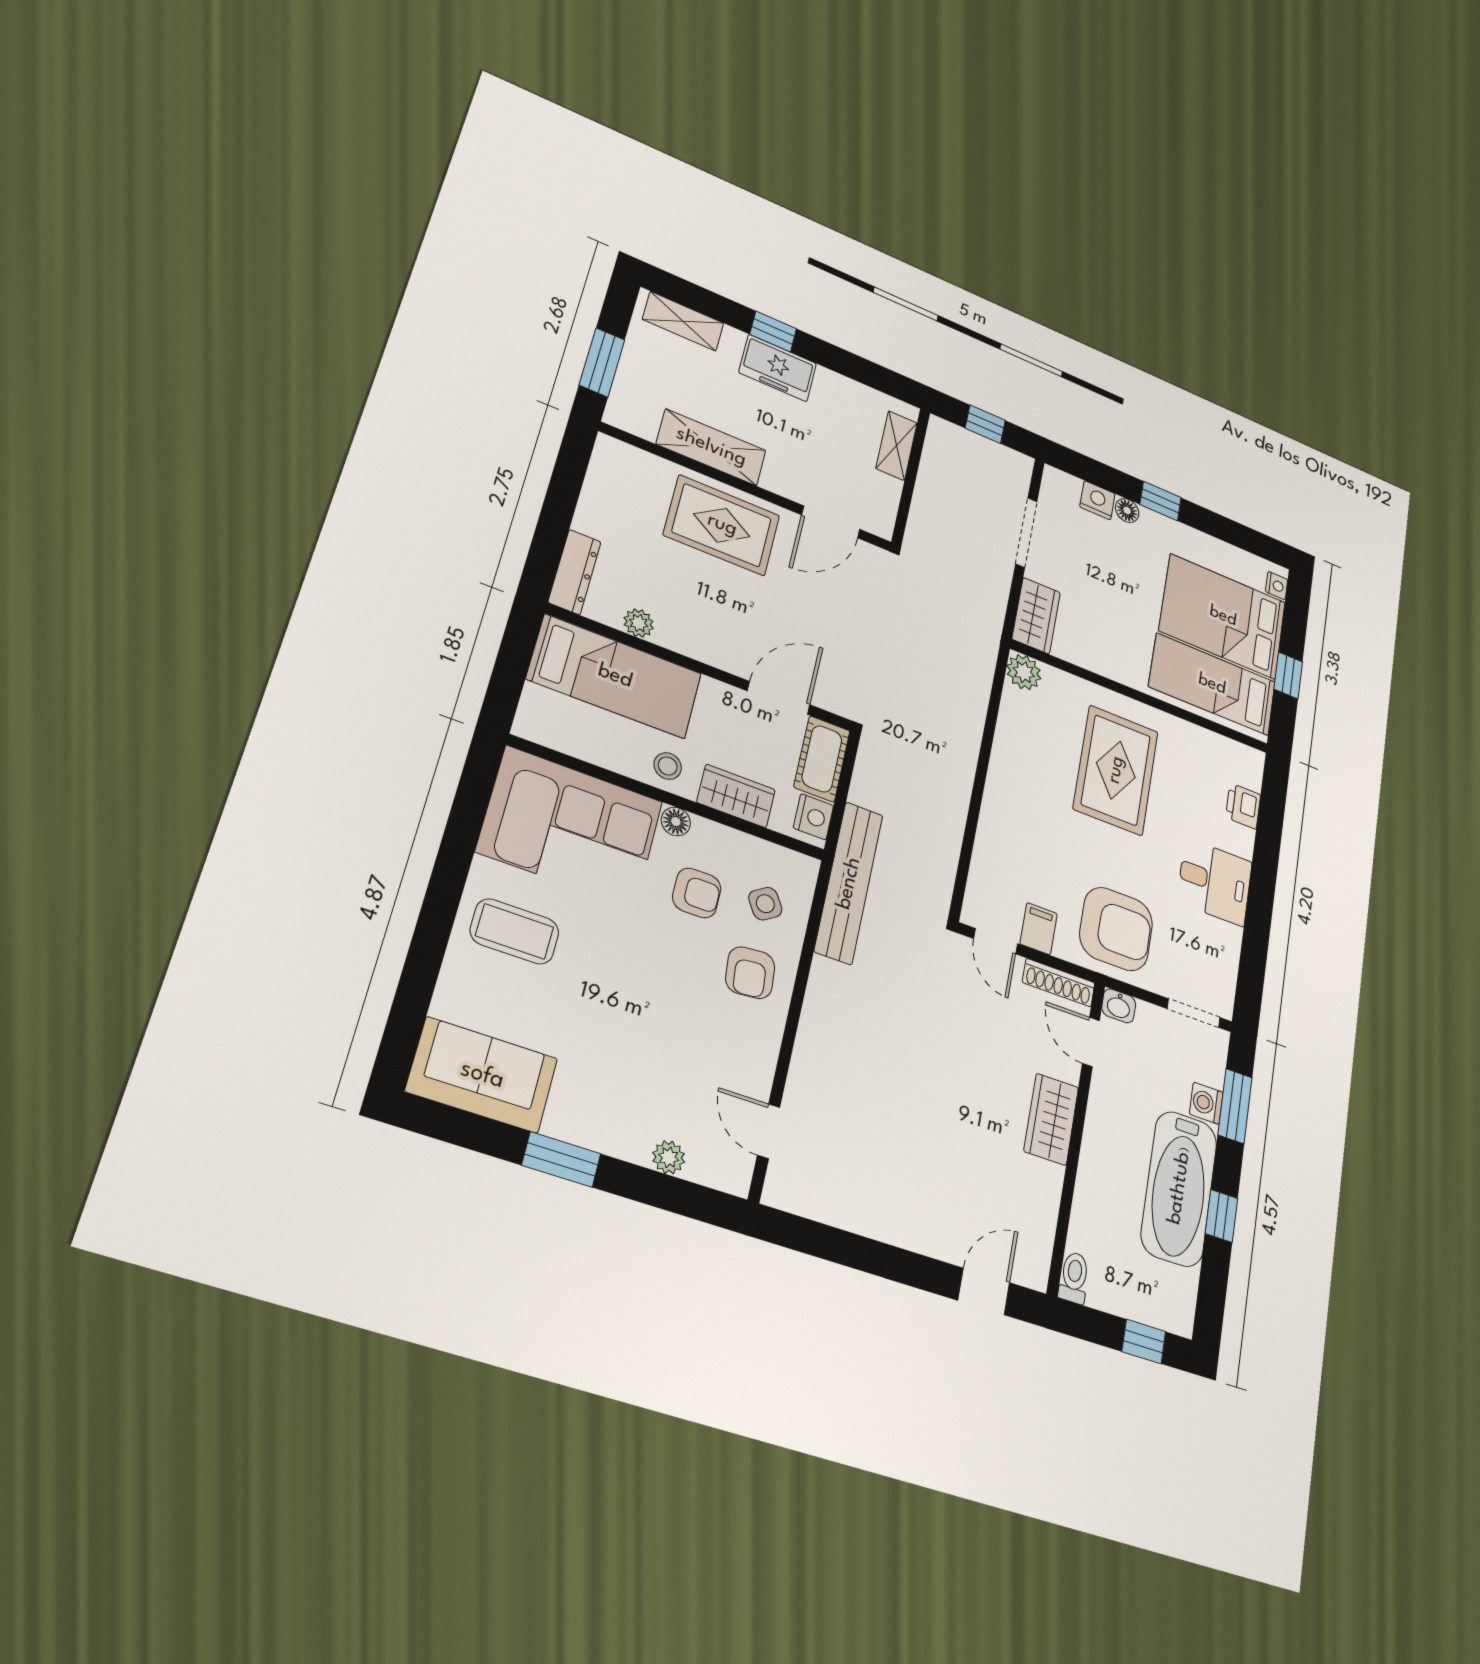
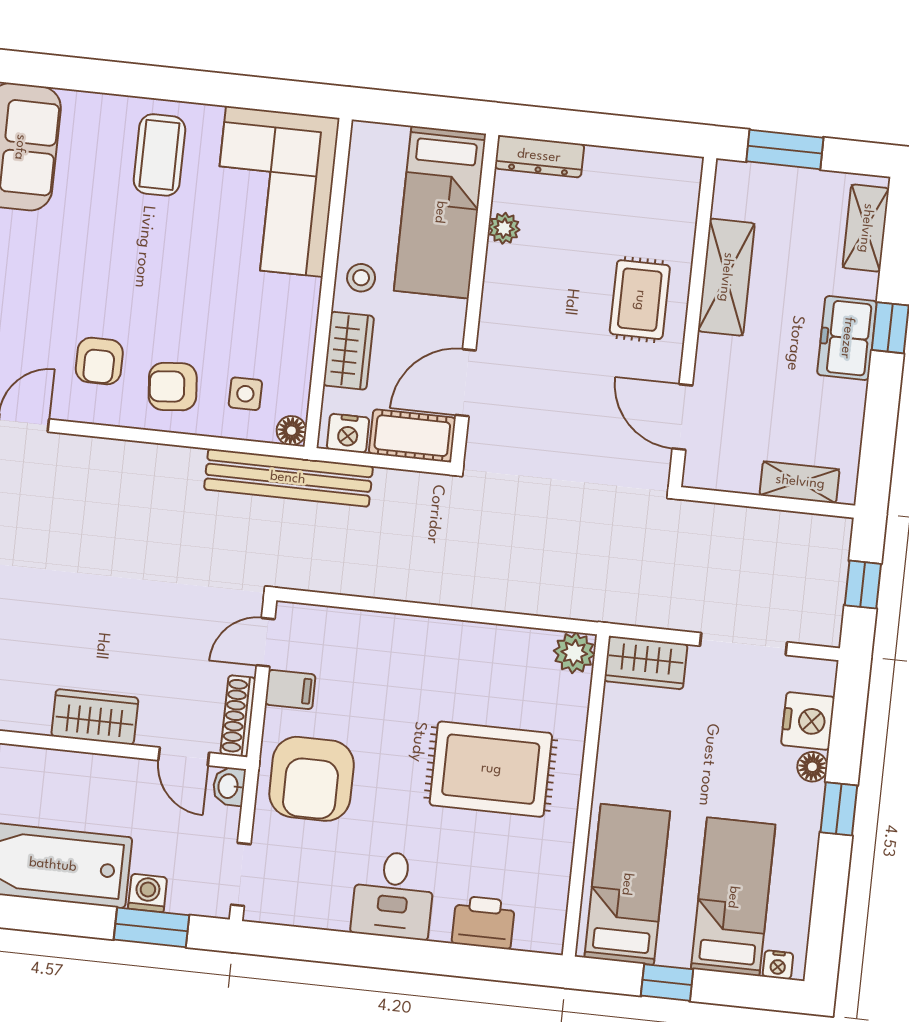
nightstand: (1097, 500) -> (808, 721), width x1.36, depth x1.33
rug: (722, 525) -> (640, 300), width x0.73, depth x0.70
bed: (1223, 616) -> (733, 897), width x0.67
door: (779, 698) -> (466, 383), swing flipped
printer: (1243, 806) -> (483, 922), width x1.36, depth x1.24
floor lamp: (676, 822) -> (291, 431), moved
armchair: (697, 893) -> (99, 361), moved
side table: (765, 904) -> (245, 394), turned 33
door: (1091, 1042) -> (184, 756), swing flipped
window: (1221, 1216) -> (34, 915), removed

